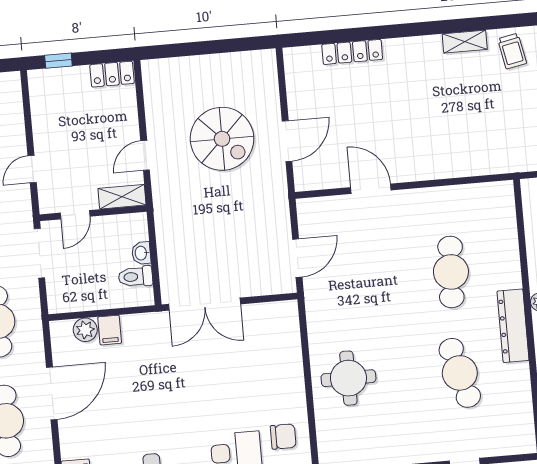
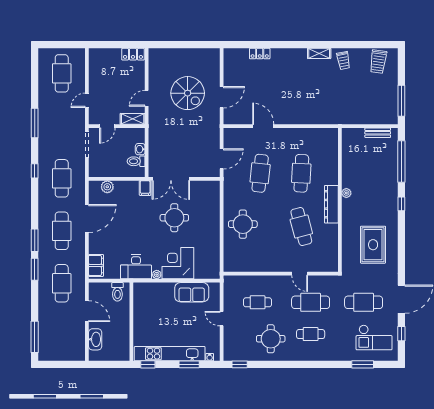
locker: (352, 52) -> (260, 54), width x0.66
window: (58, 61) -> (106, 45), removed
cafe table: (373, 279) -> (260, 173), added
filing cabinet: (110, 330) -> (145, 188), moved
round table: (218, 377) -> (174, 218), added
chair: (283, 437) -> (206, 252), removed

